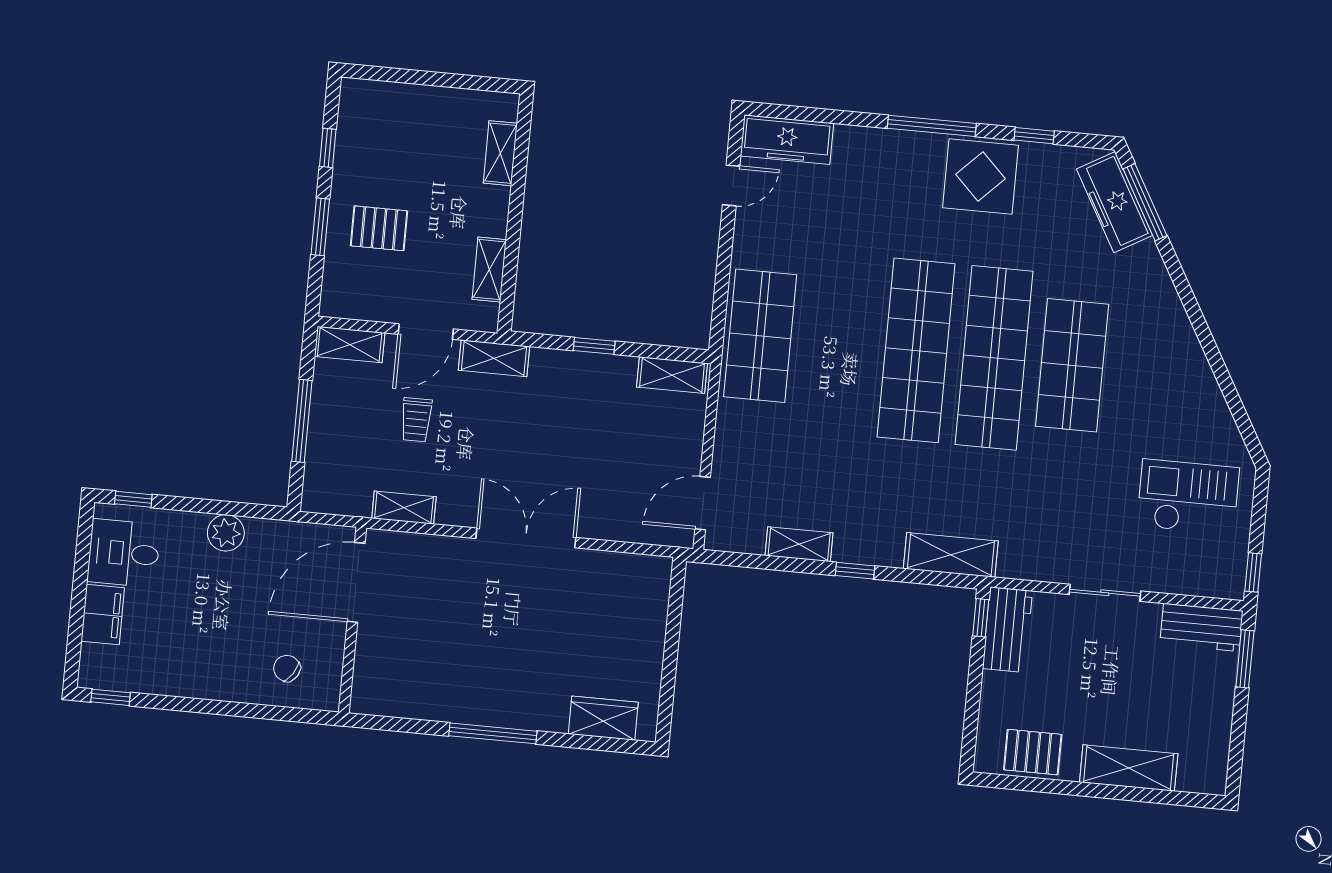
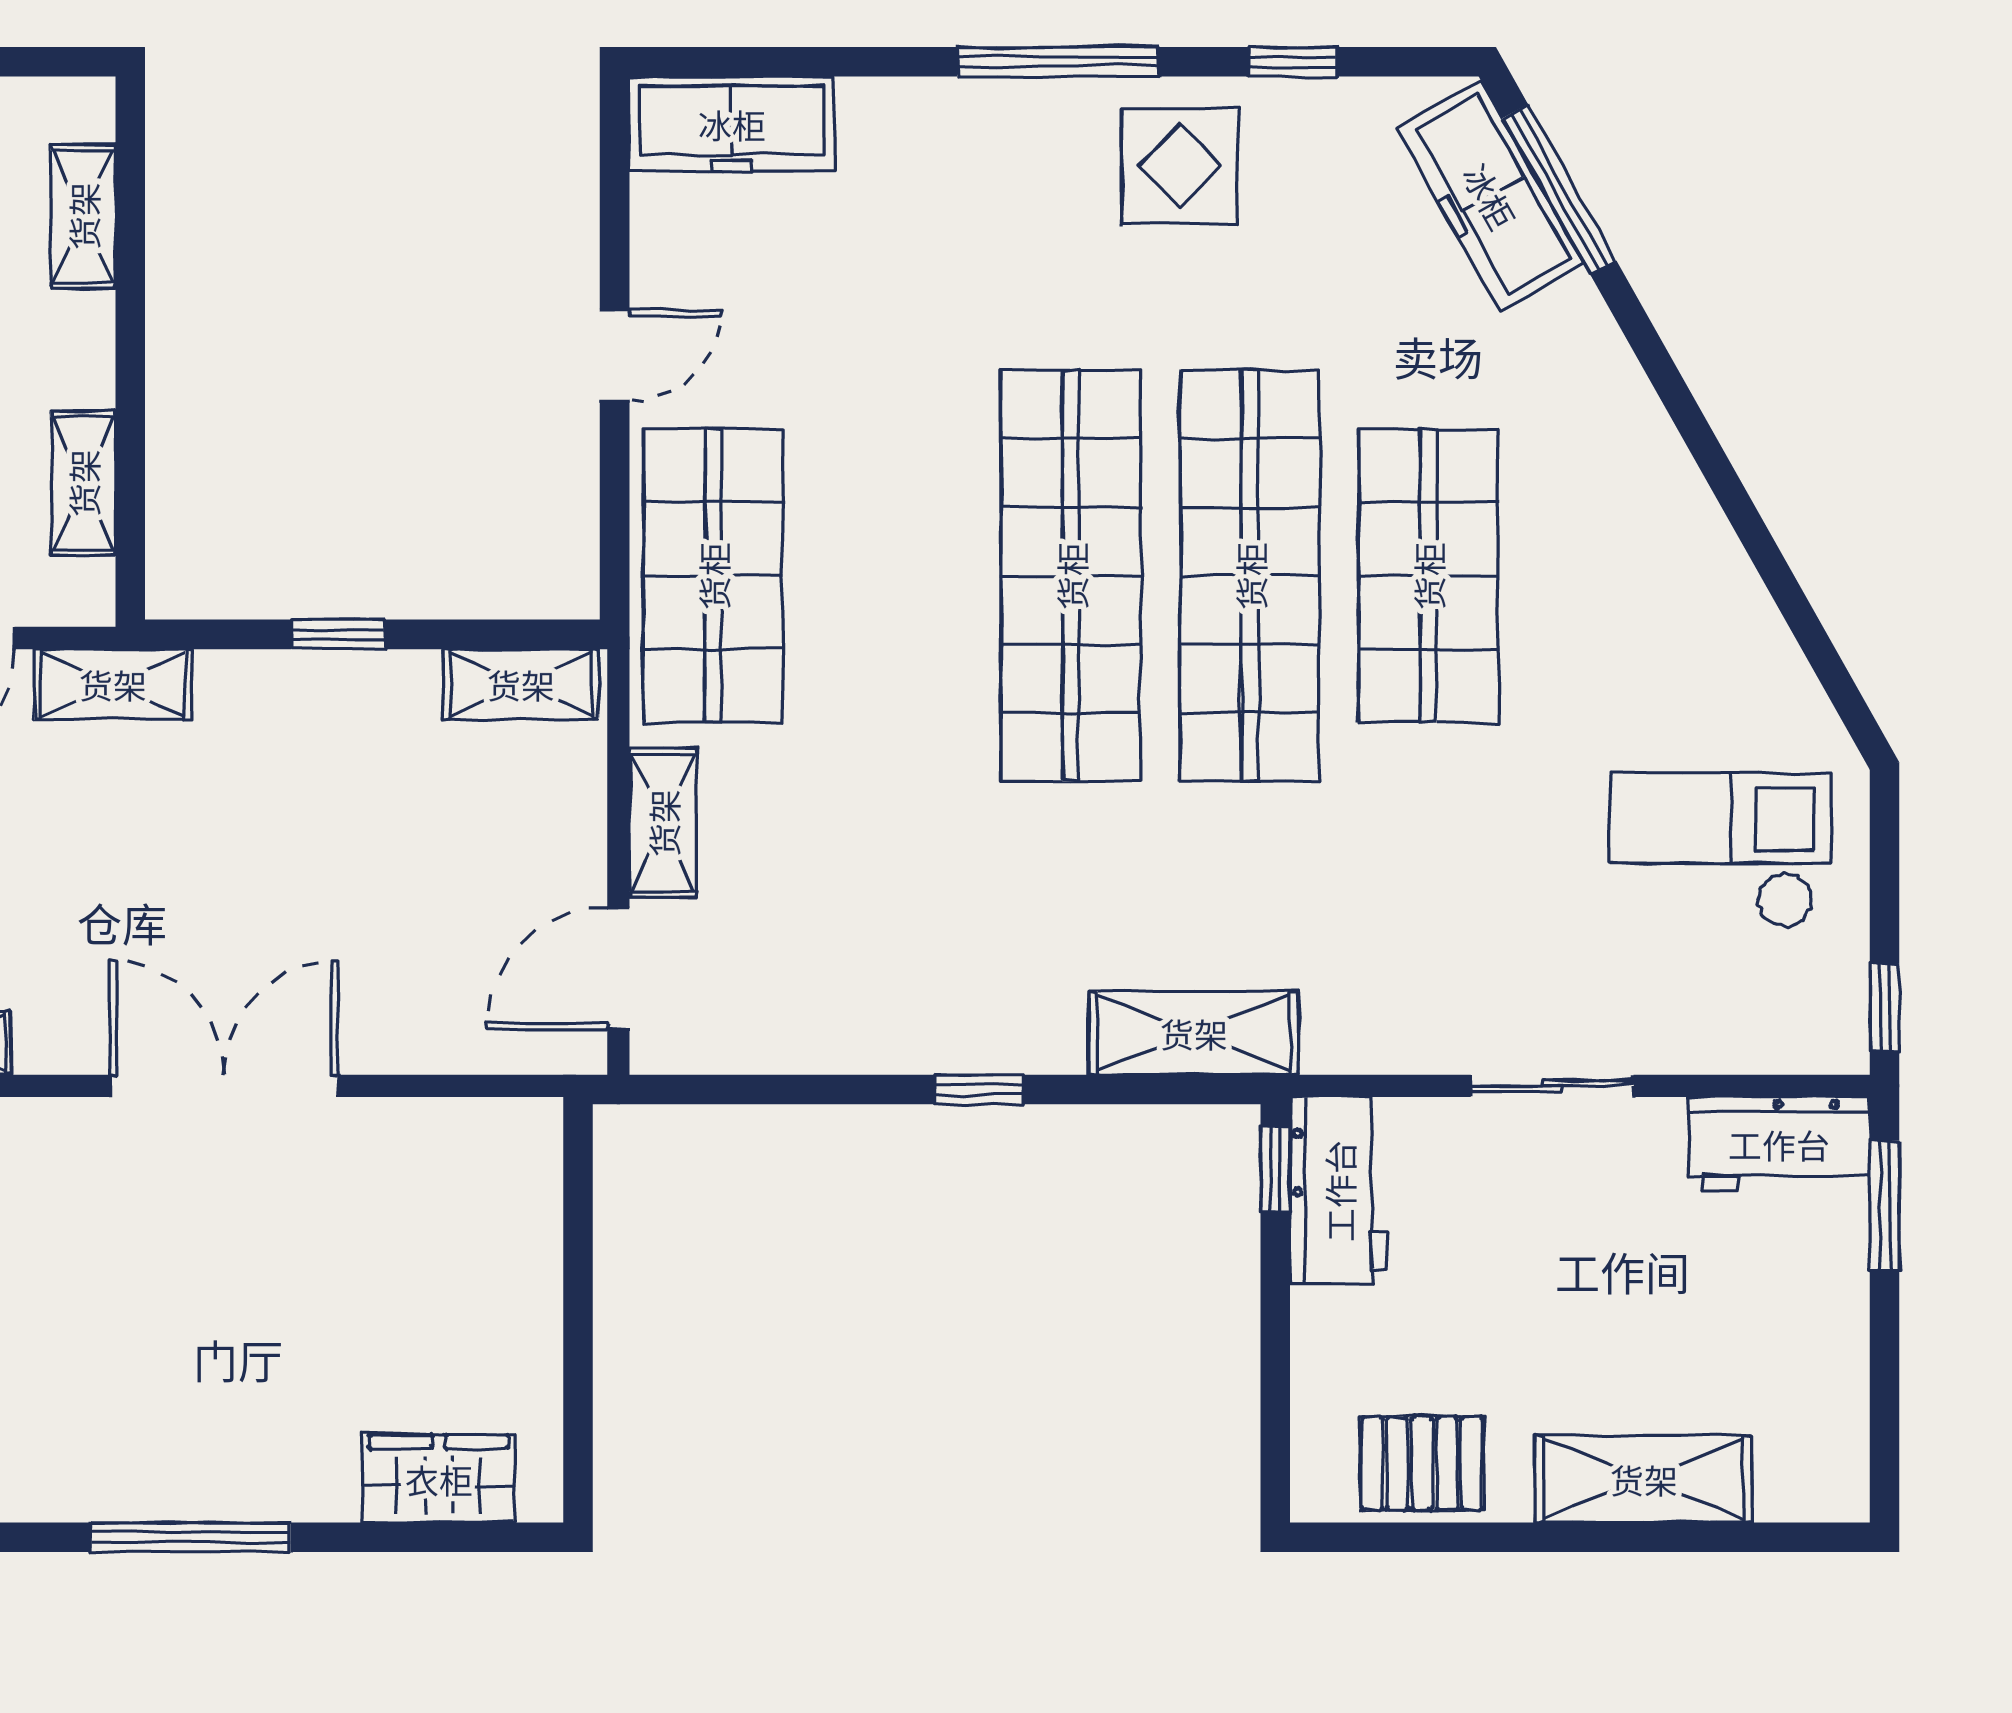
display table: (981, 176) -> (1180, 166), width x0.73, depth x0.73
door: (731, 185) -> (615, 355), moved
shelving: (799, 544) -> (663, 823), moved, turned 90

